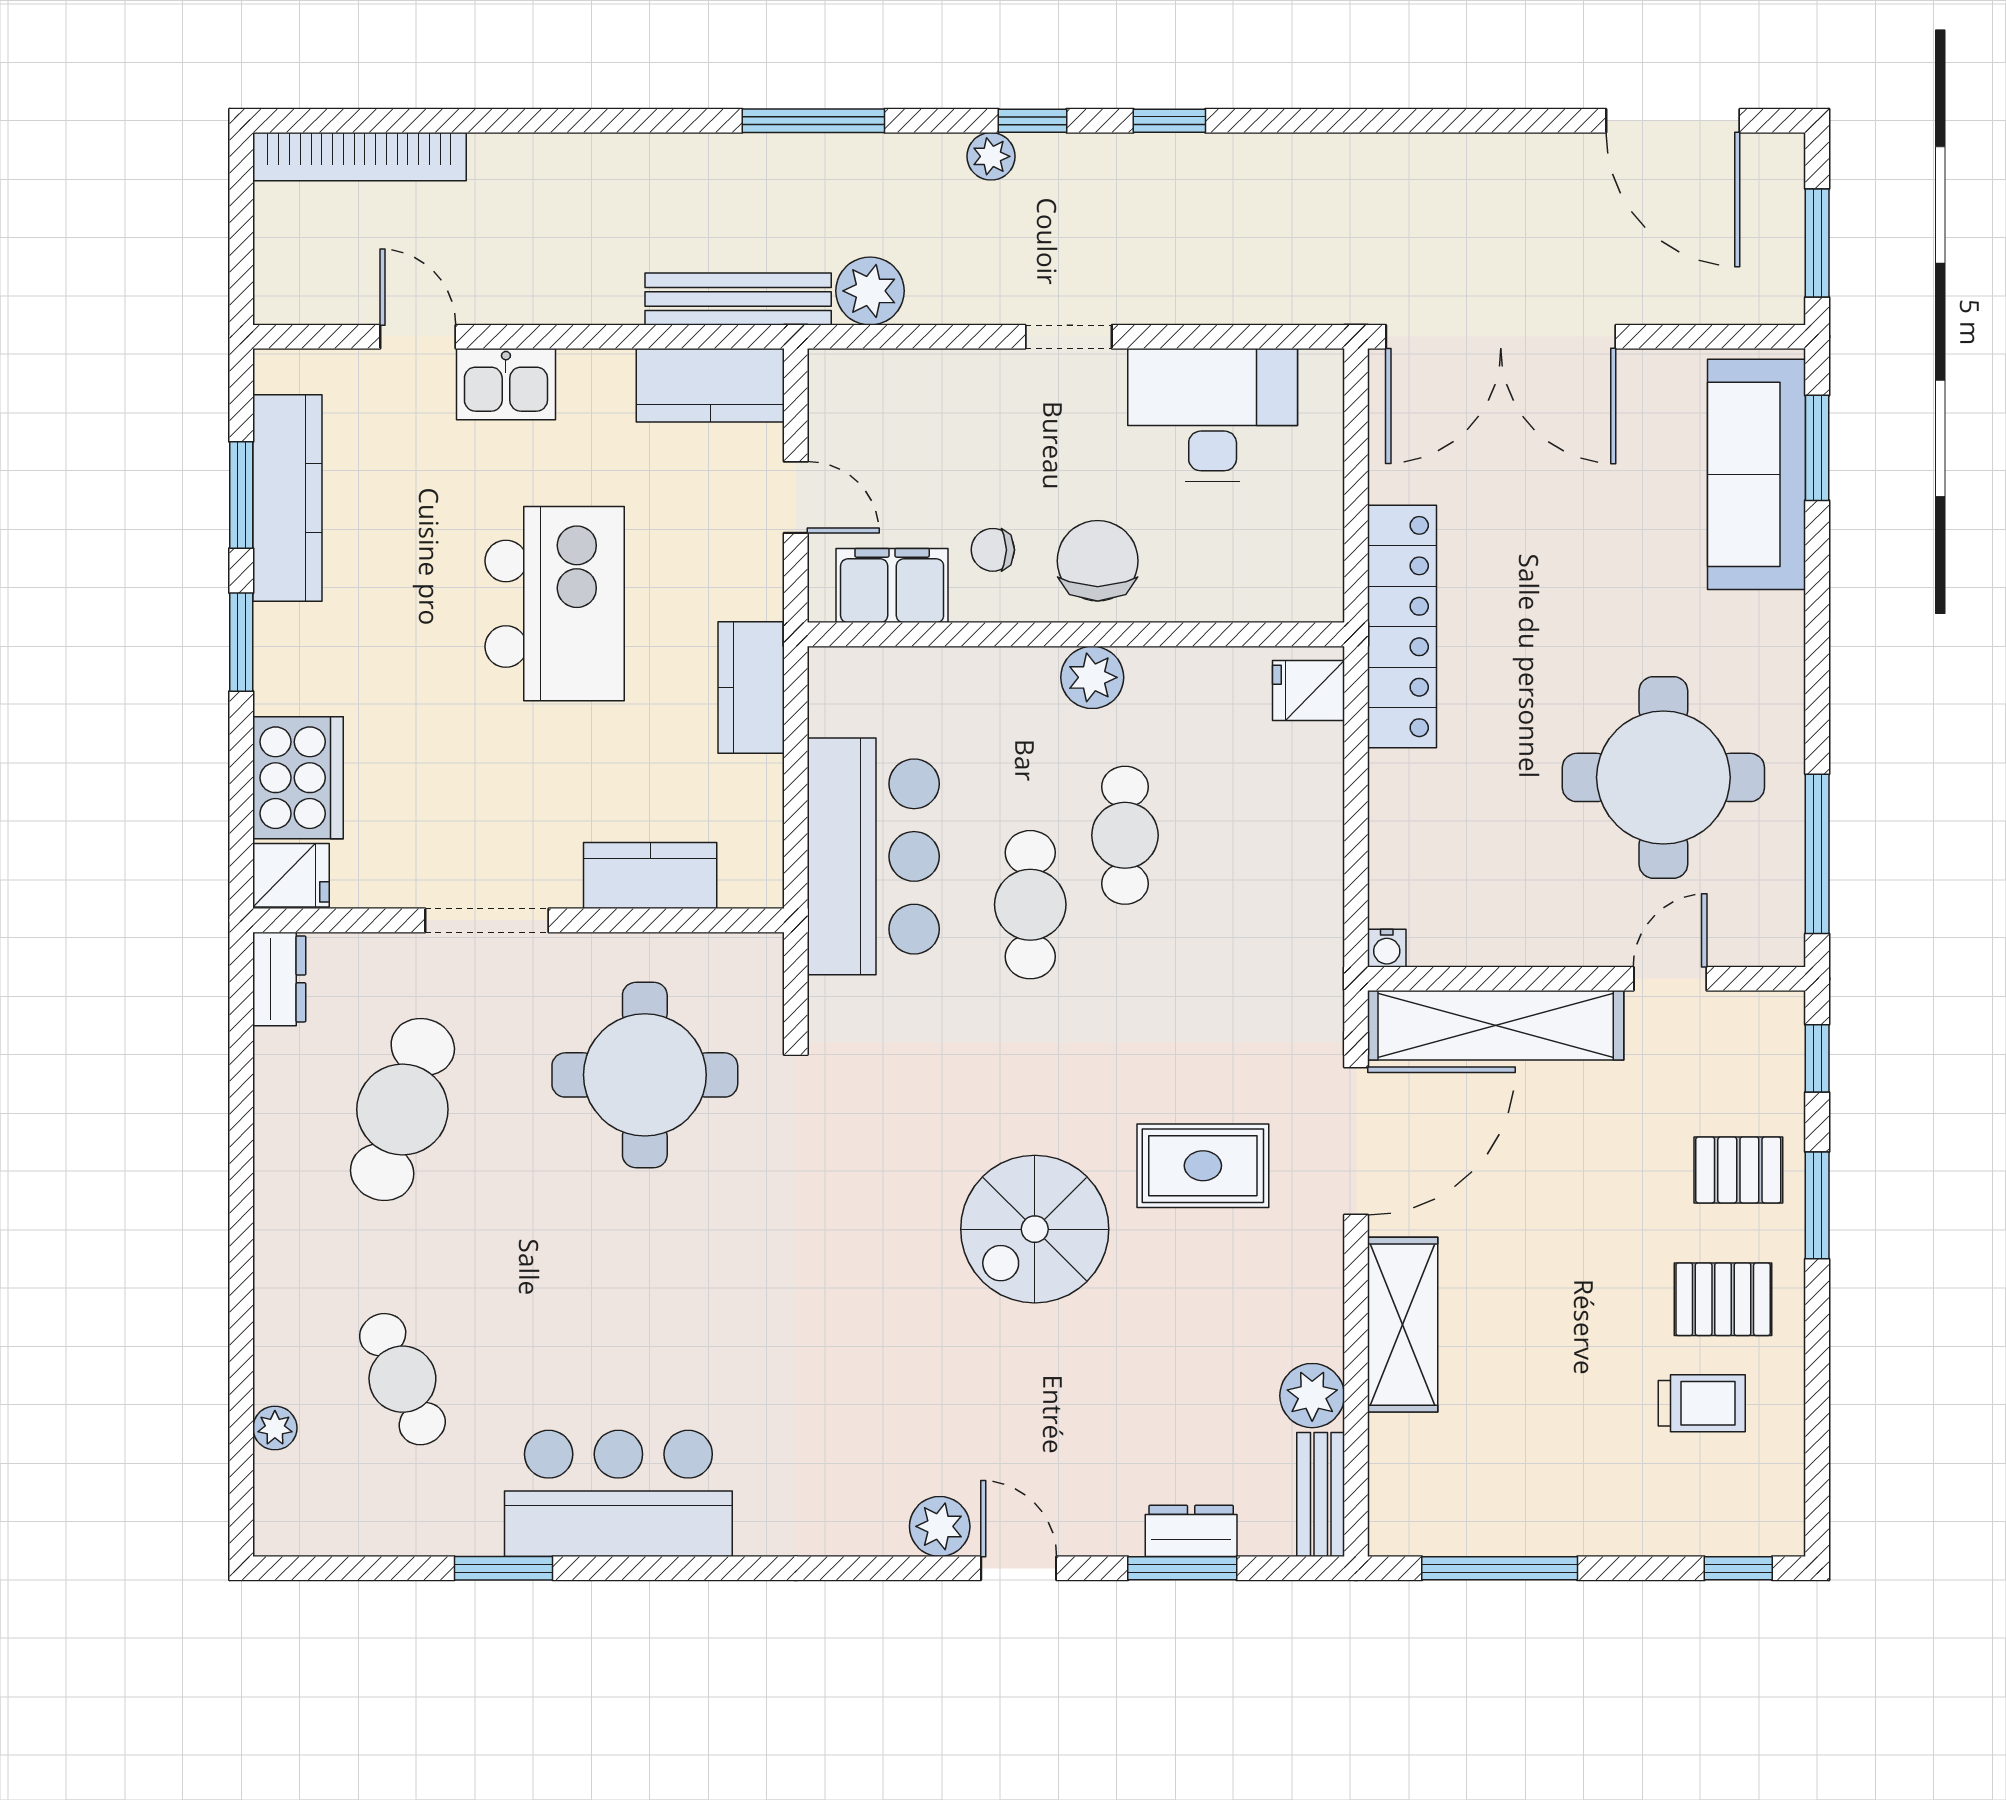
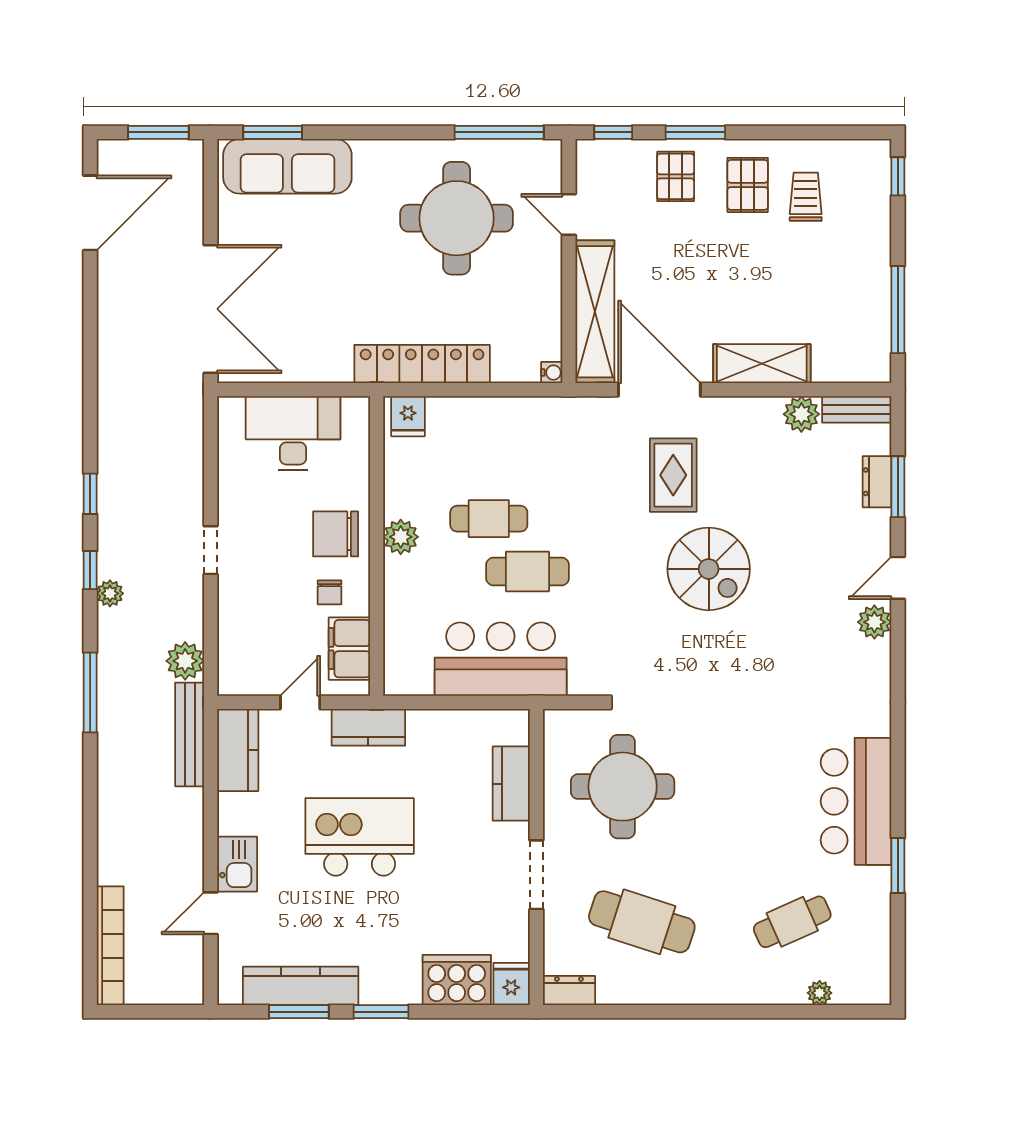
desk: (1213, 415) -> (293, 433), moved, turned 90
locker: (1402, 627) -> (422, 364), moved
kitchen counter: (751, 687) -> (368, 727), moved

